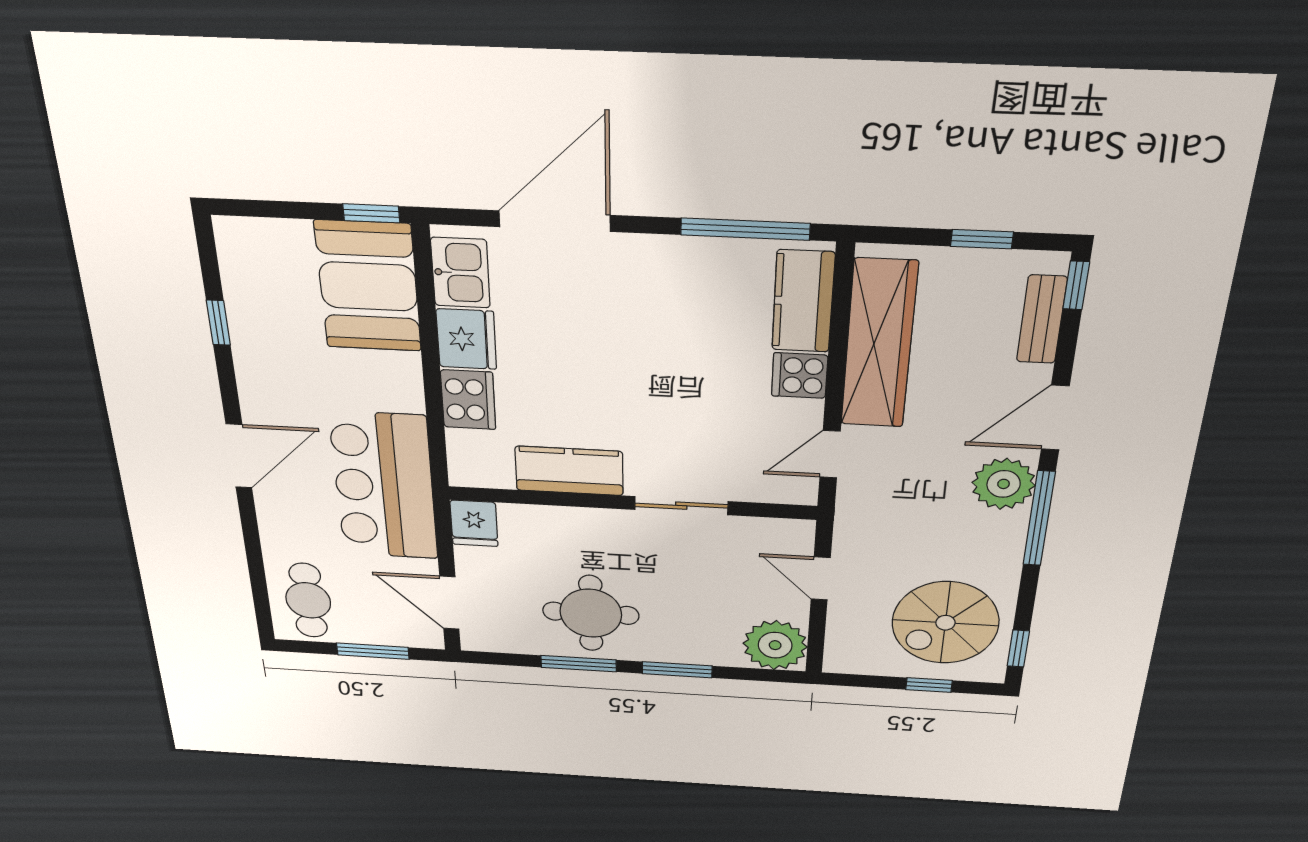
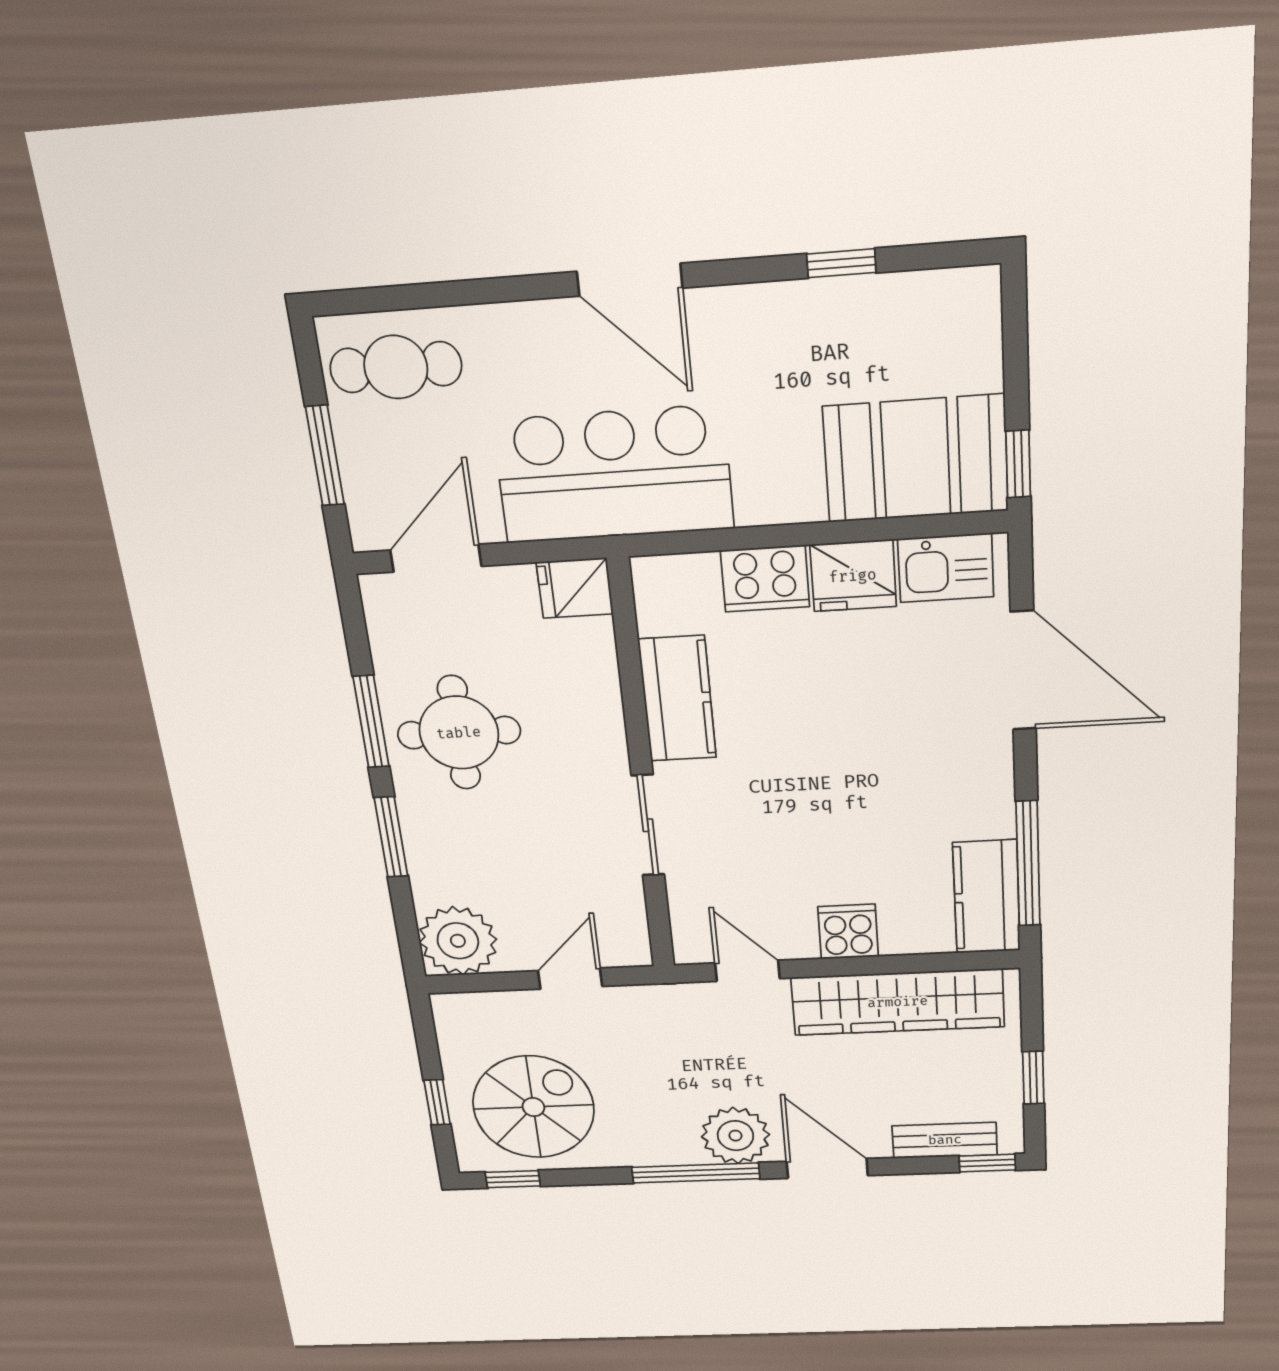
kitchen counter: (803, 301) -> (987, 897), moved, turned -90
spiral stairs: (945, 623) -> (533, 1107), turned 90

